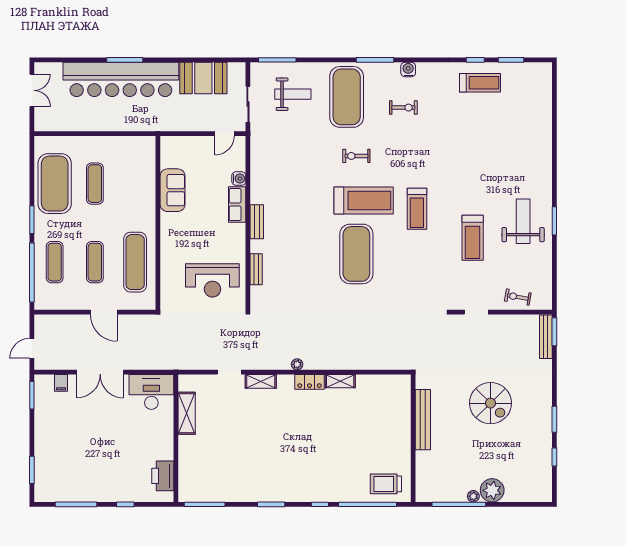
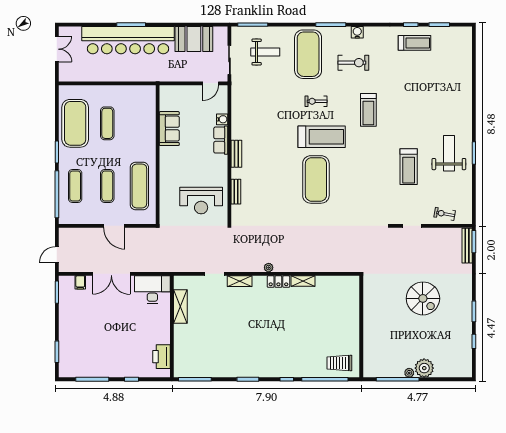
exercise bike: (403, 108) -> (353, 63), width x1.38, depth x1.39
treadmill: (417, 209) -> (368, 110), moved
bench: (423, 420) -> (369, 312), removed

